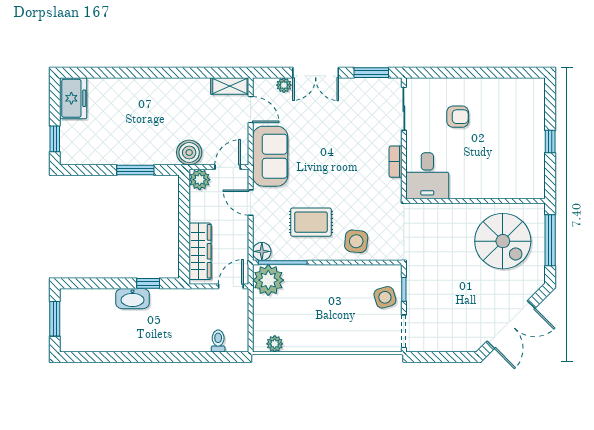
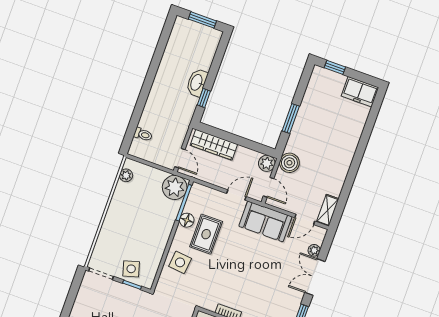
floor lamp: (262, 251) -> (187, 220), moved

